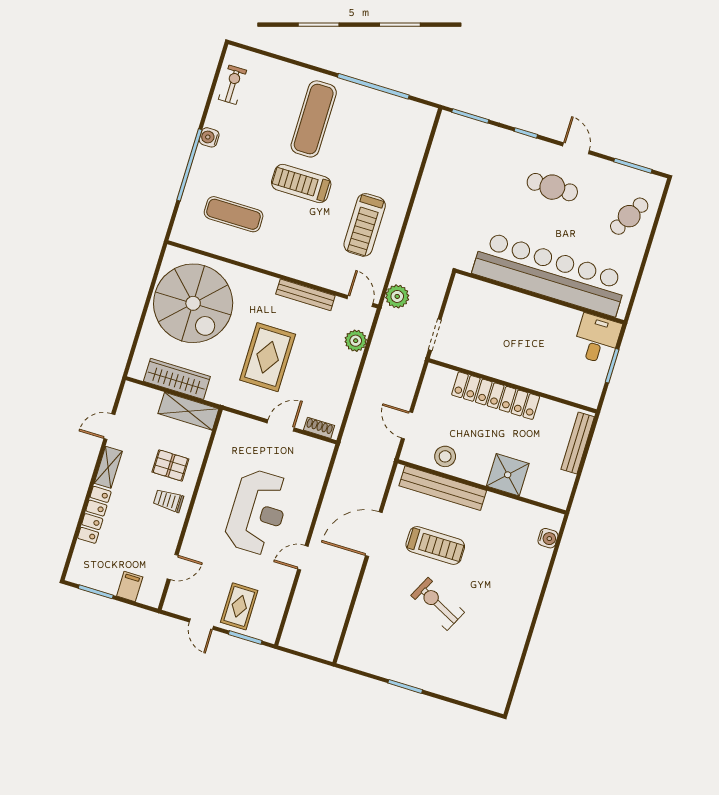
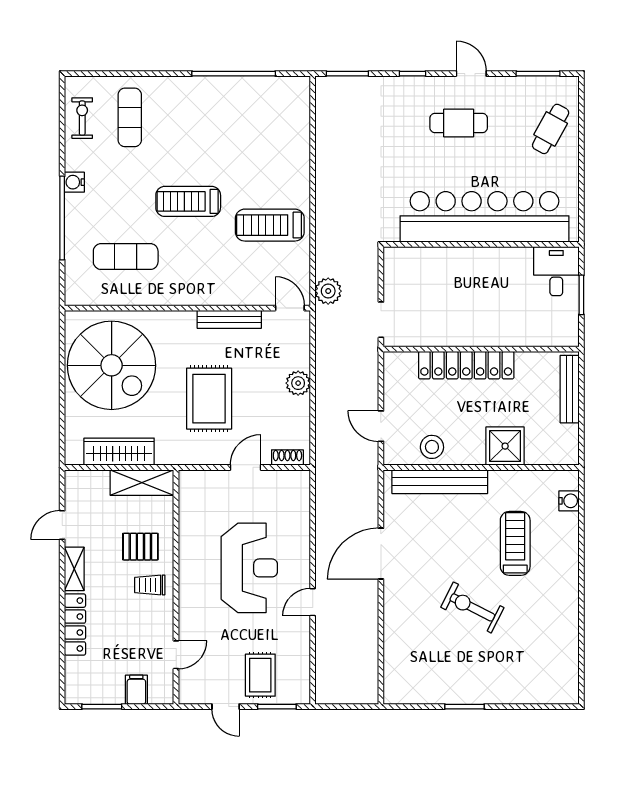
exercise mat: (314, 119) -> (130, 117), moved, width x0.73, depth x0.69
treadmill: (365, 225) -> (270, 225), turned 90
plant: (356, 341) -> (298, 383), moved
treadmill: (435, 546) -> (515, 543), moved, turned -90

